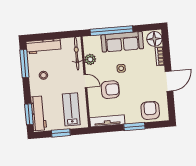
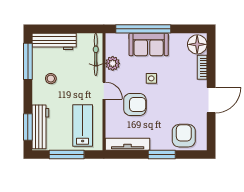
sofa: (122, 42) -> (149, 44), width x0.73
window: (61, 133) -> (67, 154), width x1.44

